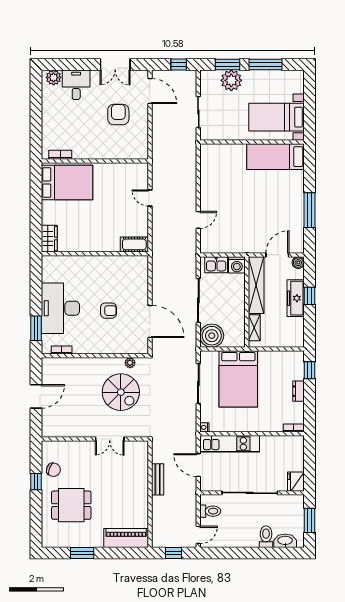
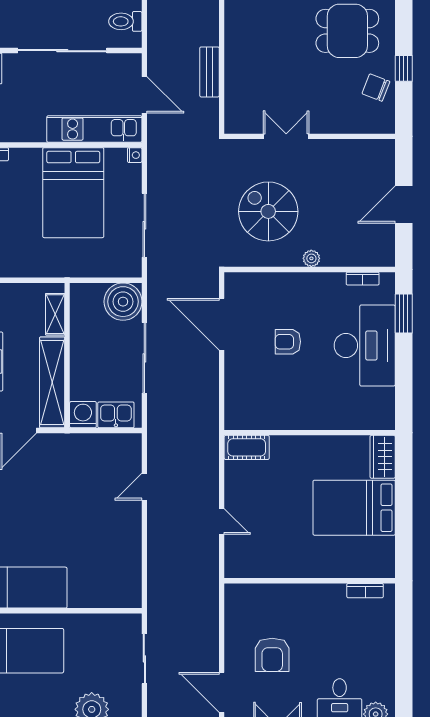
bed: (67, 182) -> (354, 508), moved
plant: (130, 363) -> (311, 258), moved
bed: (238, 379) -> (73, 193), moved, turned 180

